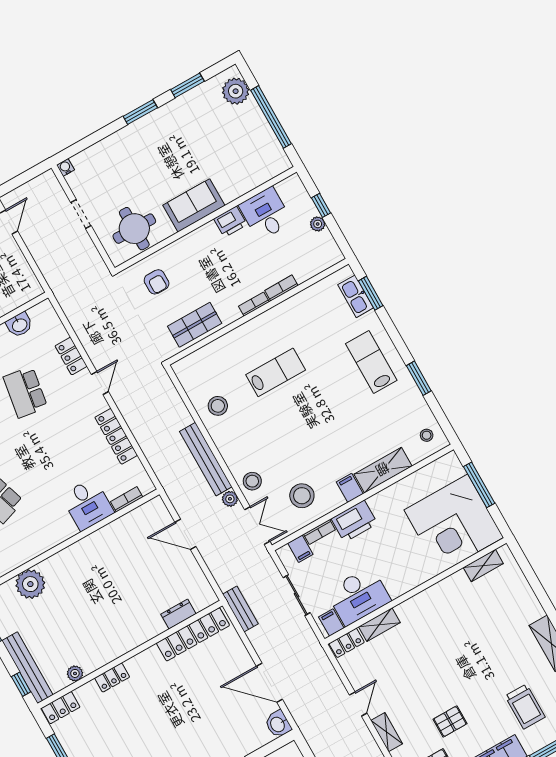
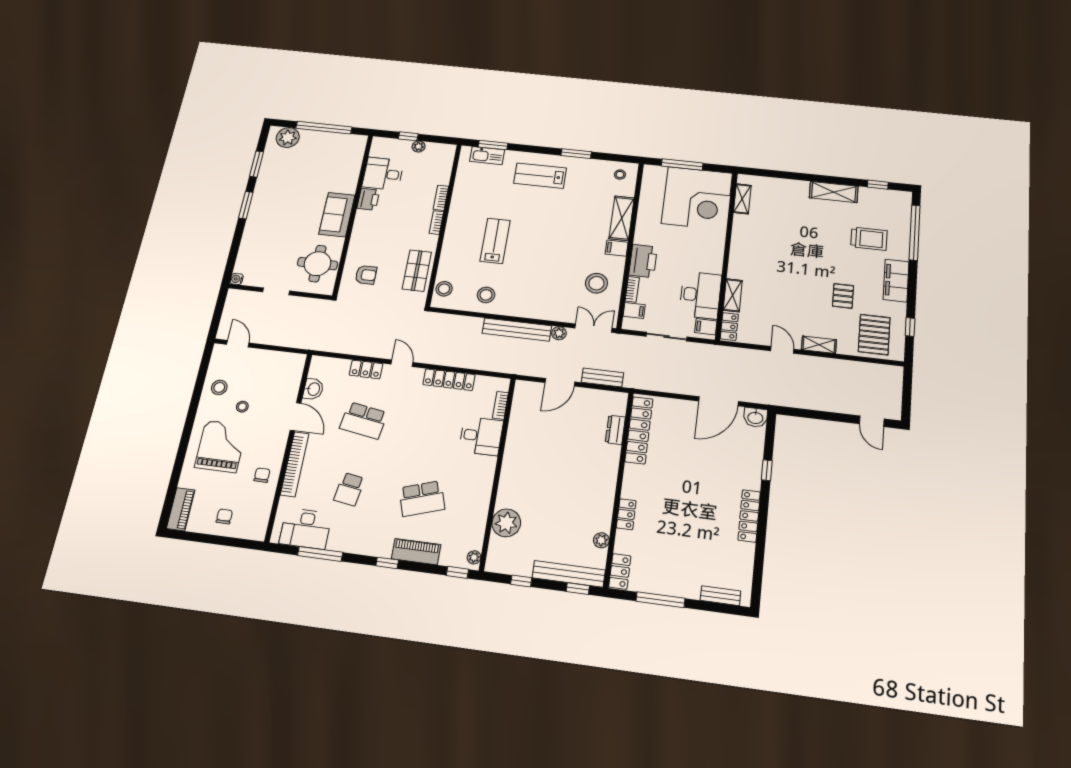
stool: (252, 481) -> (444, 289), moved
bench: (240, 609) -> (602, 378), moved

